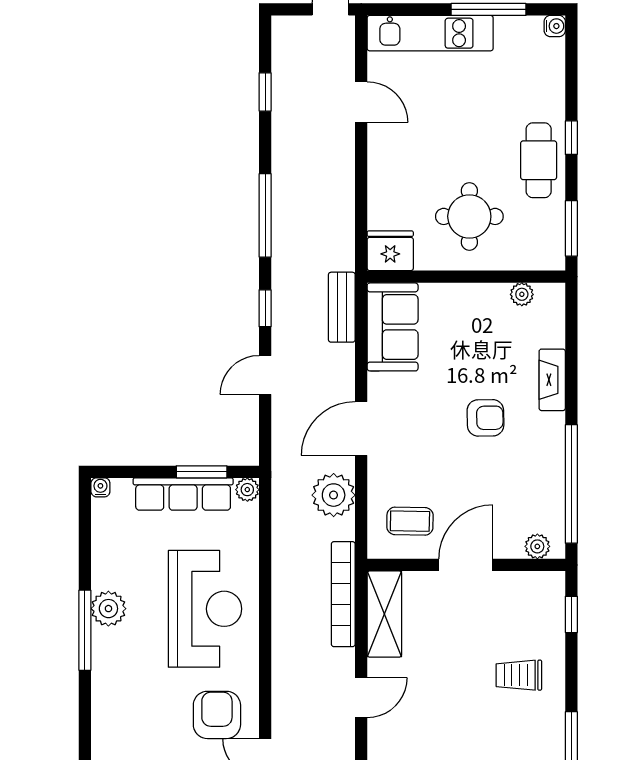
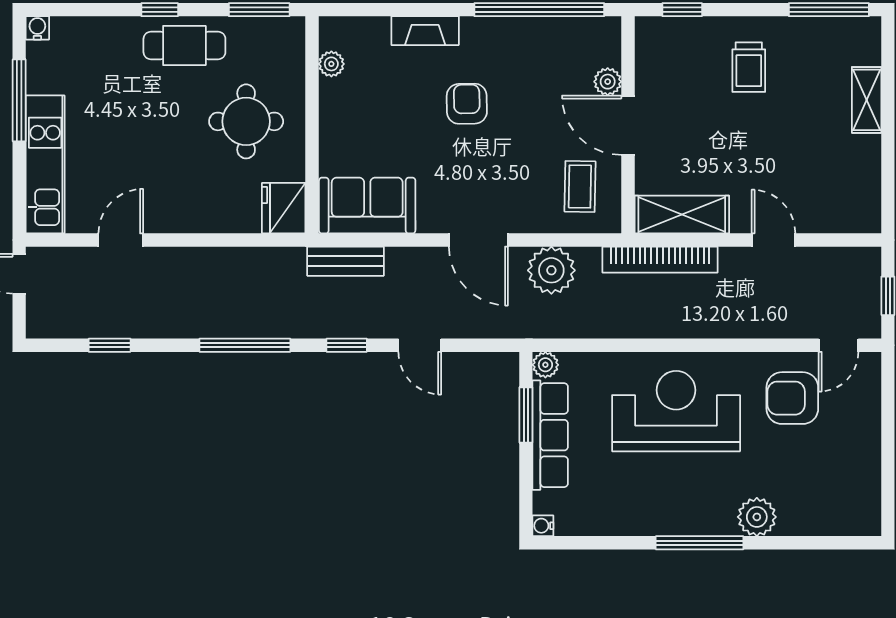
plant: (537, 546) -> (608, 82), moved
plant: (108, 609) -> (757, 517), moved

